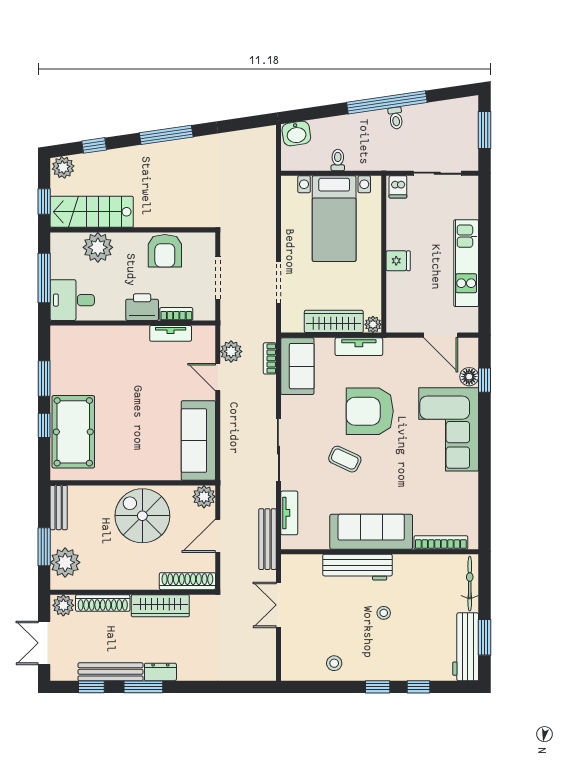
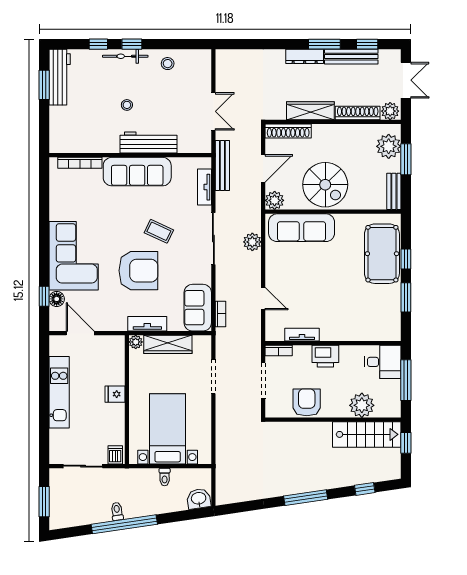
plant: (63, 167) -> (390, 471), removed
bookcase: (176, 314) -> (279, 350), moved
plant: (231, 351) -> (252, 242), moved
sofa: (198, 441) -> (302, 228), moved, turned 90
bicycle: (470, 584) -> (125, 56), moved, turned 90
dresser: (160, 672) -> (305, 56), width x1.44

